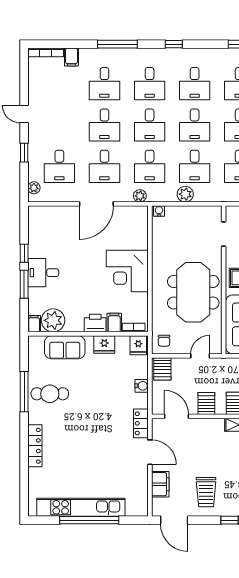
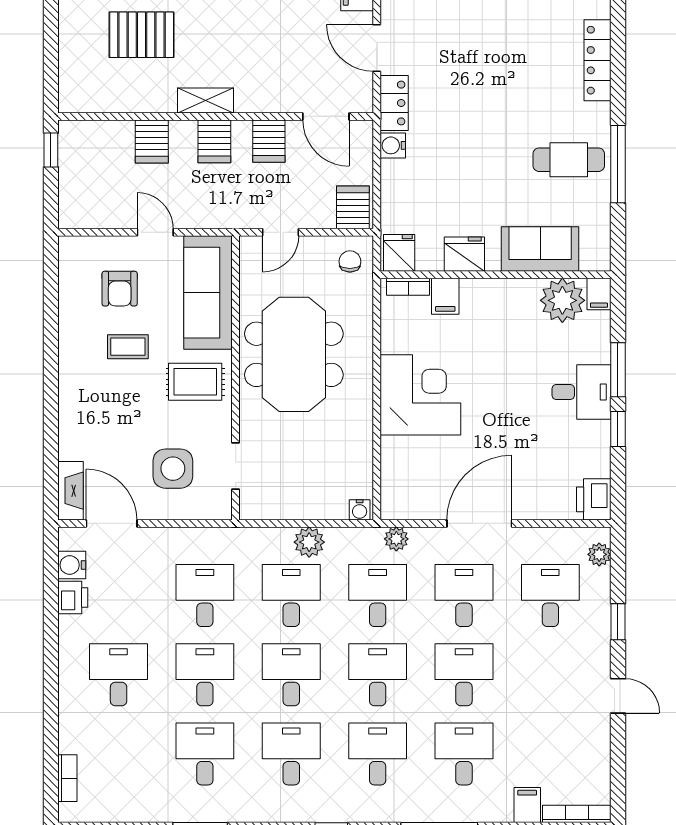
printer: (95, 323) -> (594, 499), moved, turned 90
water cooler: (142, 386) -> (393, 145), moved

